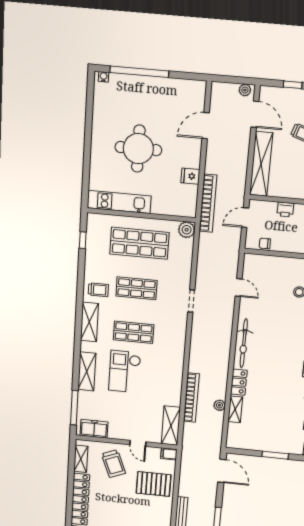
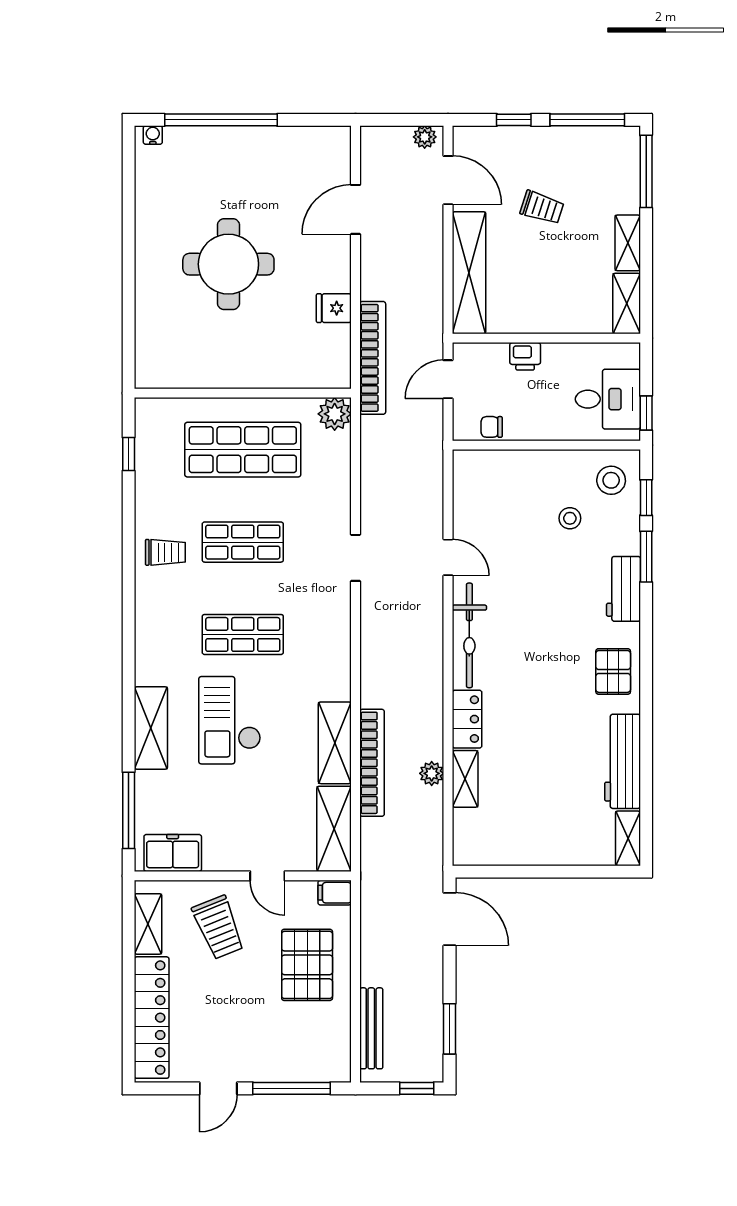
kitchen unit: (119, 202) -> (197, 371), removed
door: (239, 288) -> (448, 557), moved
shelving: (89, 322) -> (335, 743), moved
window: (275, 455) -> (558, 872), removed
pallet: (154, 484) -> (307, 965), turned 90

